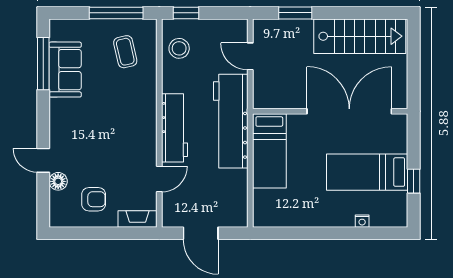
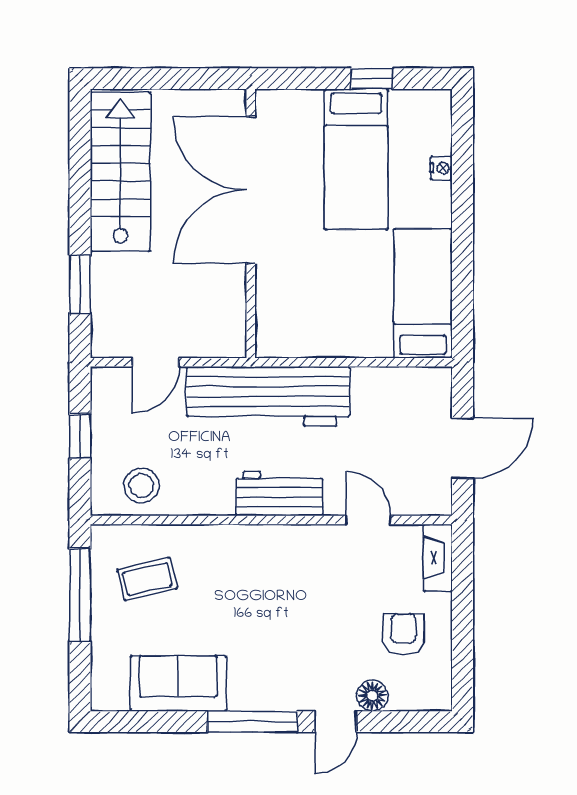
window: (186, 13) -> (80, 436), moved
window: (43, 64) -> (253, 722), moved
workbench: (175, 128) -> (279, 494), width x0.73
bed: (269, 151) -> (423, 294), moved, turned -90

